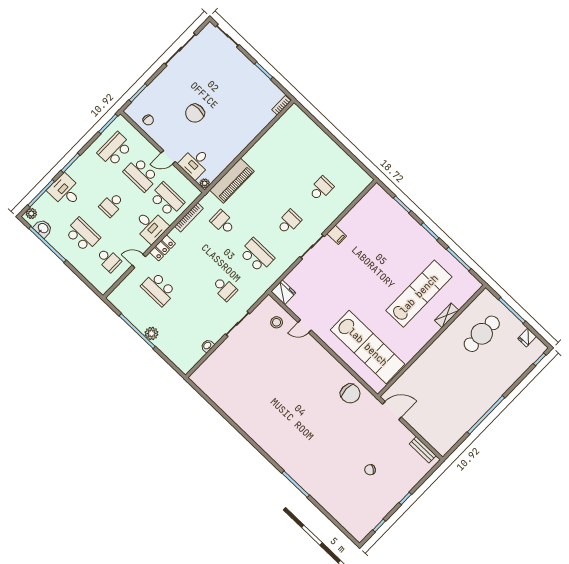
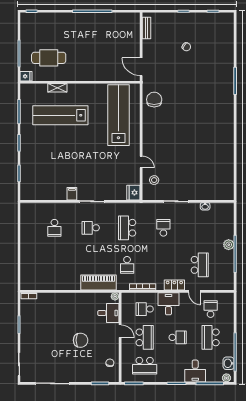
school desk: (321, 189) -> (54, 228), turned -90
school desk: (167, 200) -> (145, 309), width x0.54
fridge: (527, 337) -> (26, 76), moved

